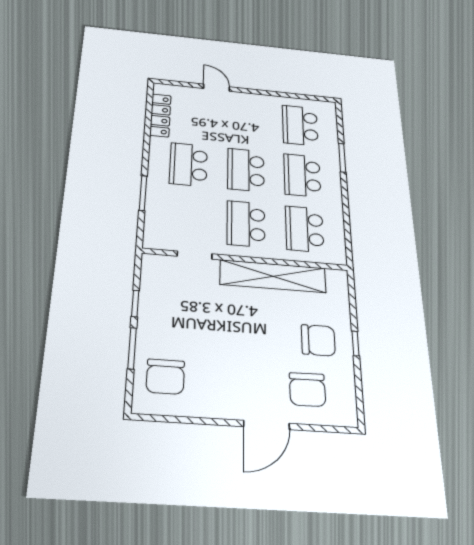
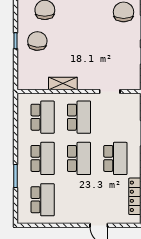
shelving: (273, 276) -> (63, 84), width x0.45, depth x0.75
chair: (318, 340) -> (37, 41), turned 94

